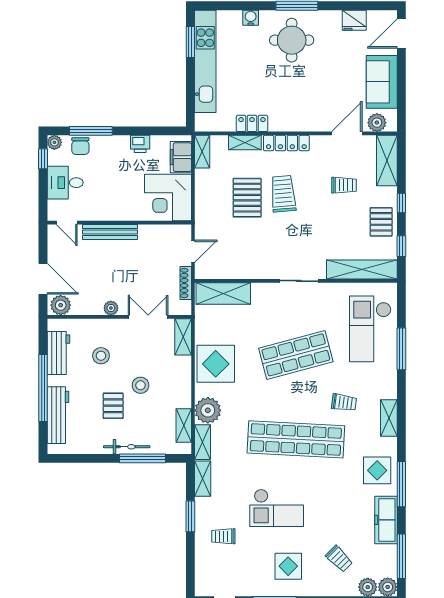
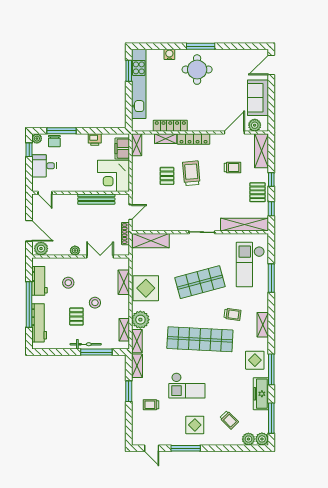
fridge: (354, 20) -> (239, 56), removed
locker: (252, 123) -> (170, 126), width x1.53
pallet: (247, 198) -> (167, 176), width x0.67, depth x0.71
bench: (110, 232) -> (96, 199), moved
shelving: (183, 337) -> (124, 282), moved

